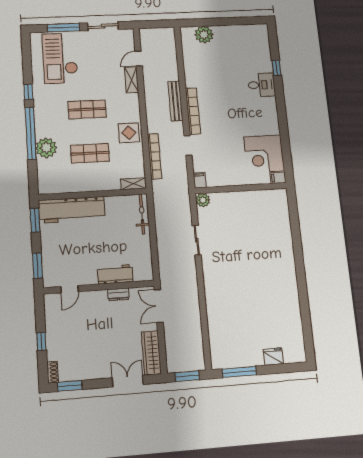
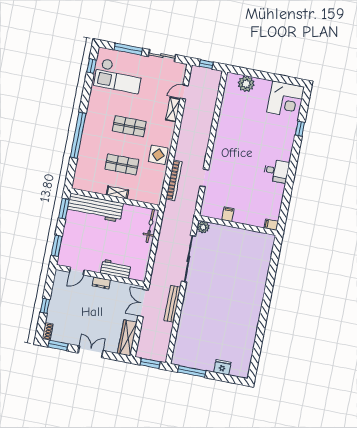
window: (154, 24) -> (206, 64), added
checkout: (60, 58) -> (118, 76), turned -90
desk: (262, 85) -> (276, 171), moved
window: (28, 92) -> (92, 66), moved
bench: (175, 101) -> (172, 304), moved
bookcase: (193, 111) -> (217, 149), removed
plant: (46, 148) -> (88, 151), removed
corner desk: (264, 154) -> (286, 100), moved, turned -90
filing cabinet: (200, 180) -> (228, 214), moved
shelving: (133, 184) -> (117, 193), moved
sliding door: (197, 240) -> (188, 259), width x1.86
dresser: (118, 294) -> (101, 283), moved
double door: (128, 381) -> (91, 352), moved

